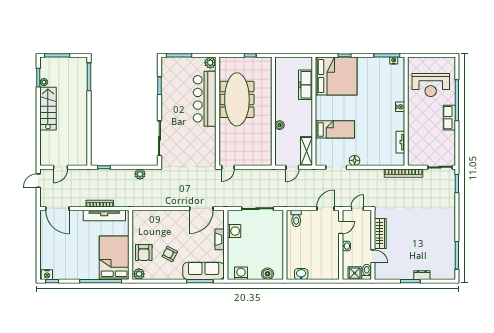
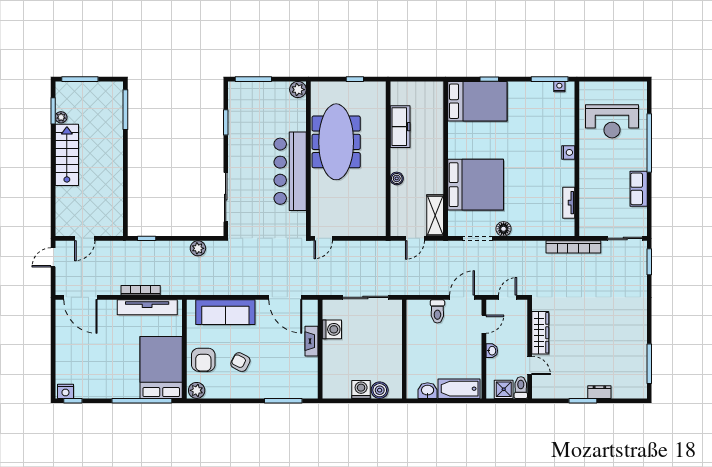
bed: (336, 76) -> (477, 101), width x0.73
freezer: (305, 85) -> (400, 127), moved, turned 180
bar counter: (205, 99) -> (290, 171), moved
row of seats: (449, 118) -> (639, 189), moved
bed: (335, 129) -> (476, 185), width x2.04
door: (201, 209) -> (285, 297), hinge flipped
toilet: (296, 218) -> (437, 311), moved
sofa: (204, 271) -> (225, 312), moved, turned 180
washing machine: (241, 273) -> (361, 389), moved
bathtub: (323, 273) -> (459, 389), added

